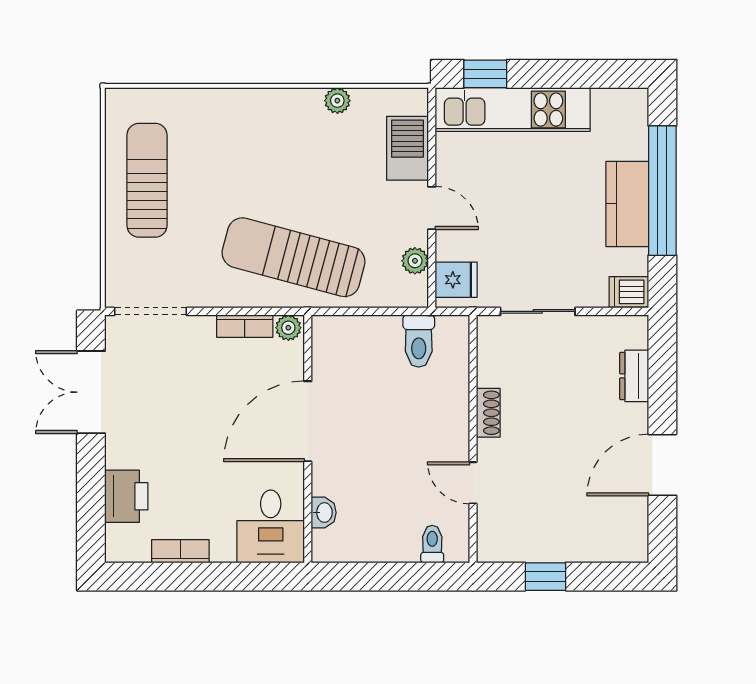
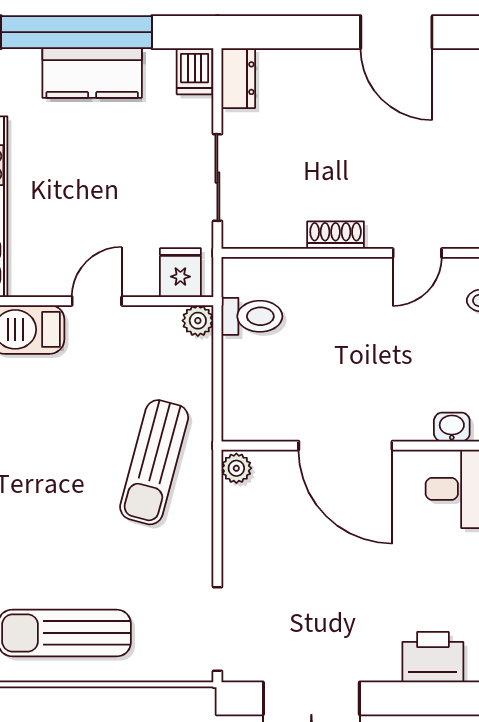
sun lounger: (294, 257) -> (154, 462), width x0.73, depth x0.75
plant: (415, 261) -> (198, 321), moved
bookcase: (245, 326) -> (234, 519), removed
dresser: (634, 376) -> (238, 78), moved, turned -90

